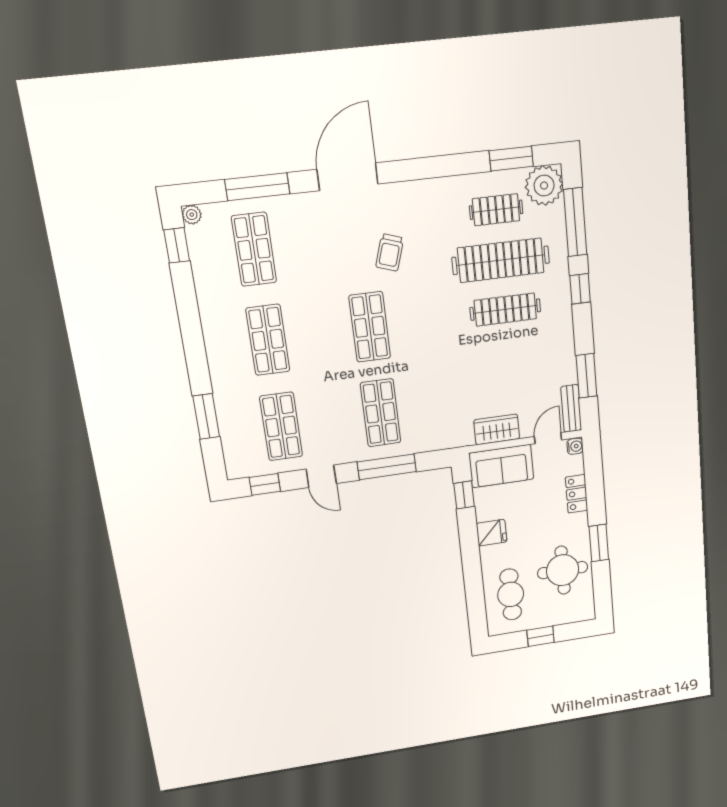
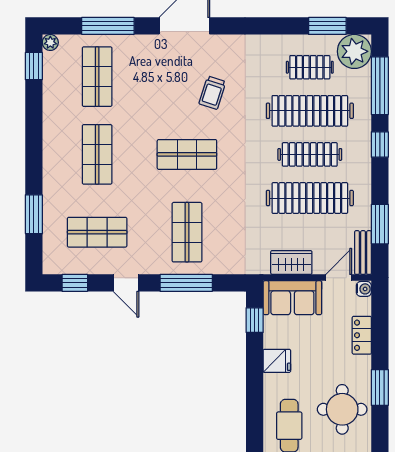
shop shelf: (370, 327) -> (187, 154), turned 90
clothes rail: (510, 358) -> (310, 198), added
shop shelf: (281, 426) -> (97, 232), turned 90

